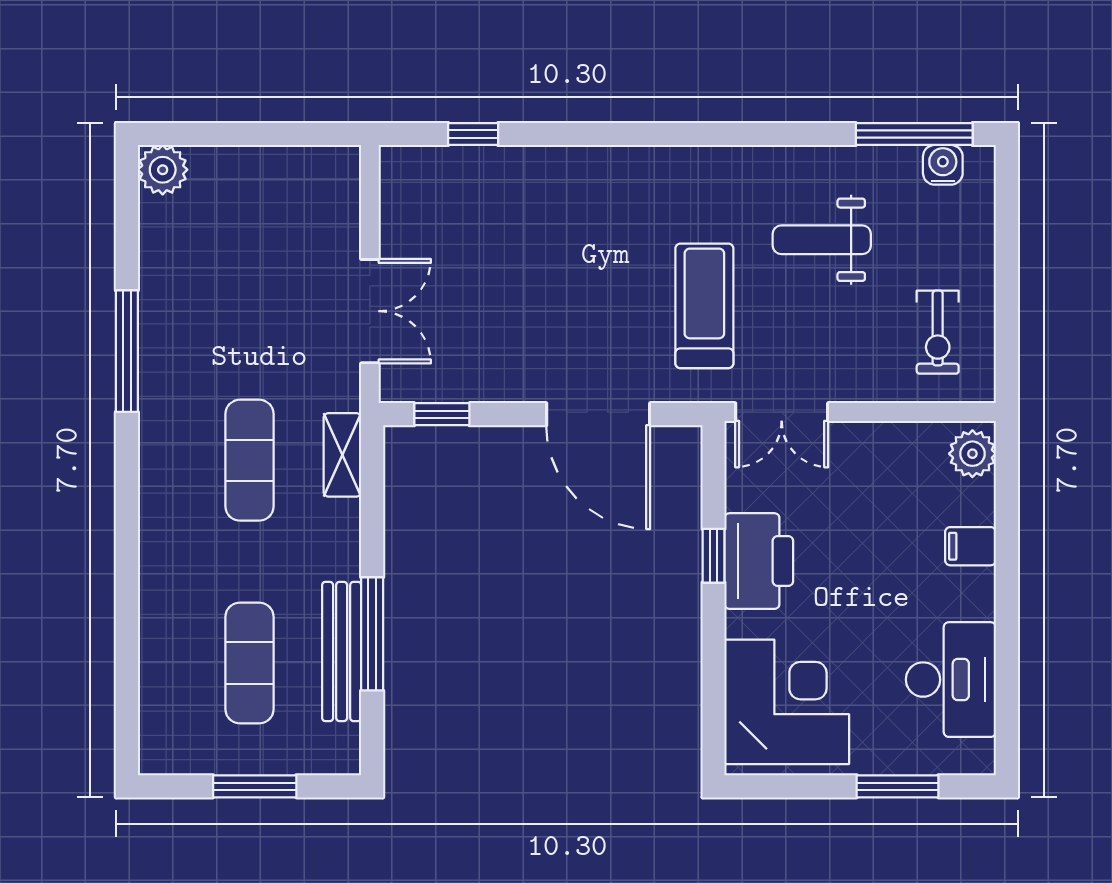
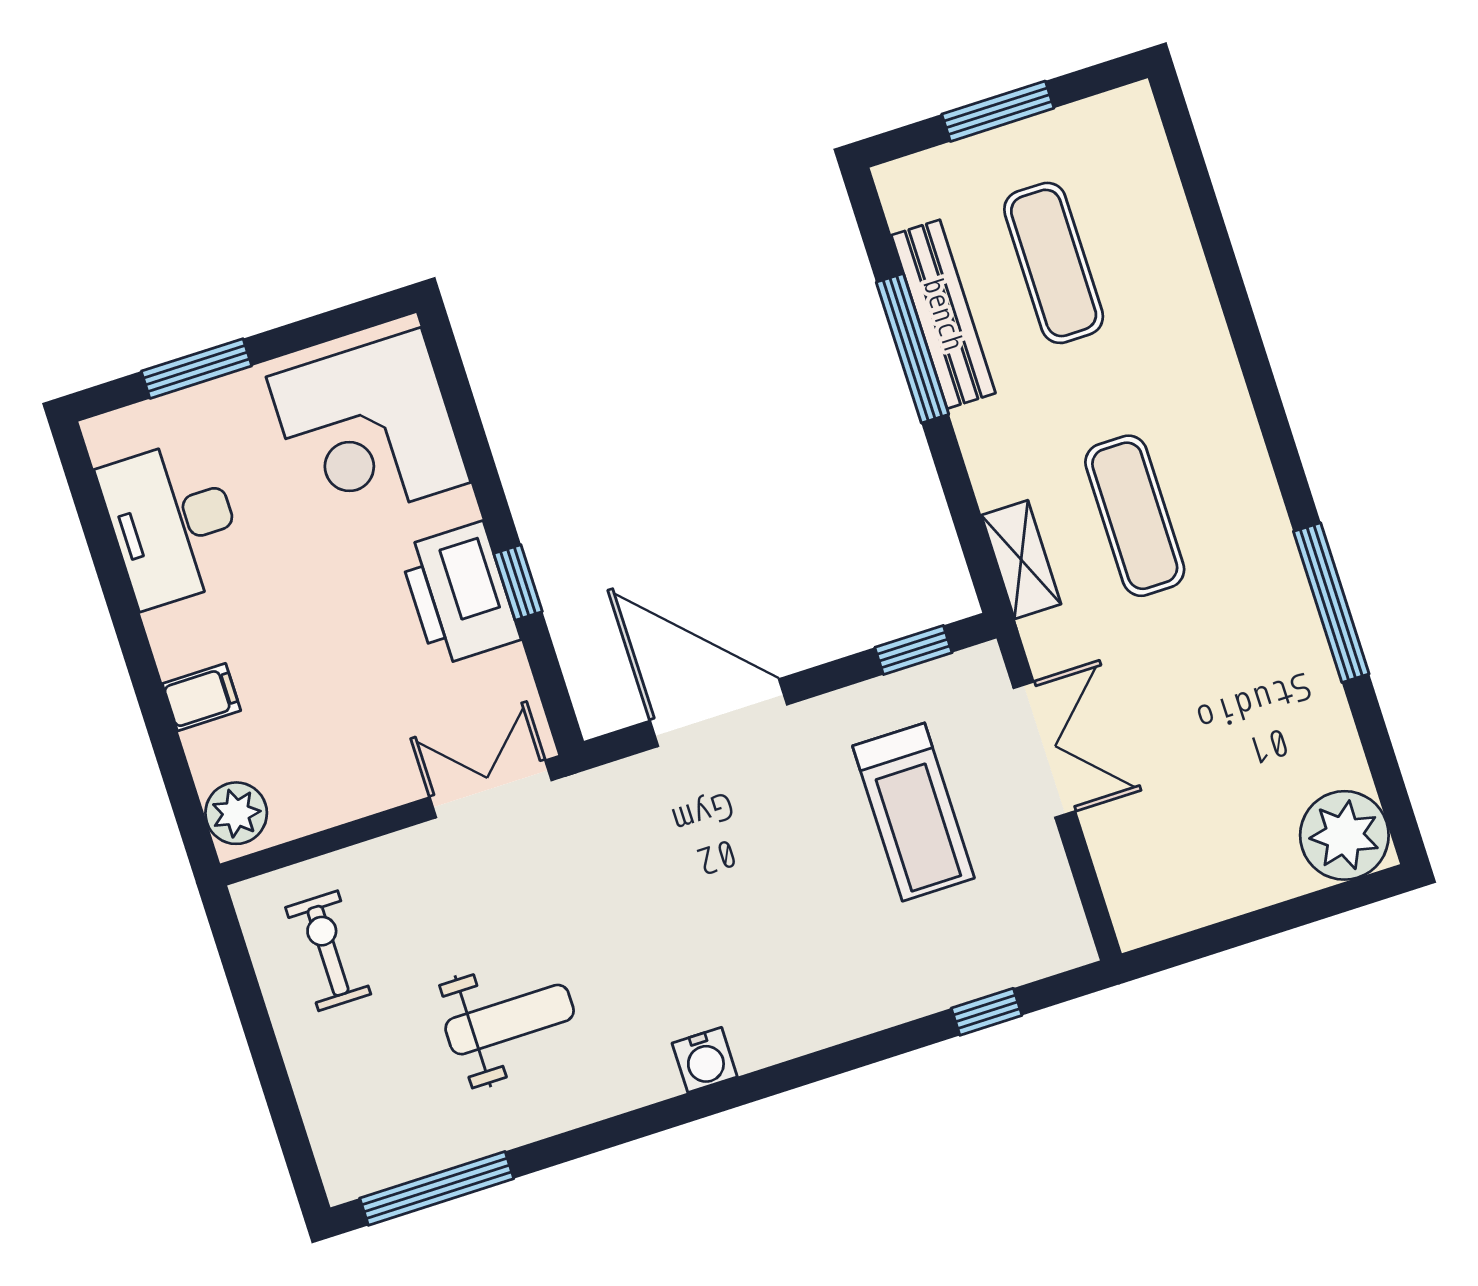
water cooler: (943, 165) -> (705, 1060), moved
plant: (163, 170) -> (1344, 835), width x1.36, depth x1.36
treadmill: (704, 306) -> (913, 812), moved
double door: (370, 311) -> (1044, 750), swing flipped

